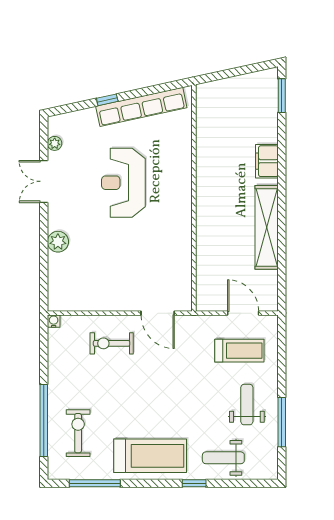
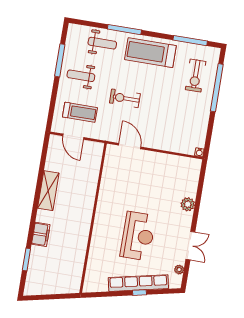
window: (282, 96) -> (26, 260), moved
row of seats: (141, 107) -> (138, 283), moved
shelving: (267, 227) -> (48, 191), width x0.68
exercise bike: (112, 343) -> (125, 98), moved, turned 180
treadmill: (239, 351) -> (80, 112), turned 180
weight bench: (247, 405) -> (81, 76), turned 90
window: (194, 483) -> (124, 30), width x2.17

